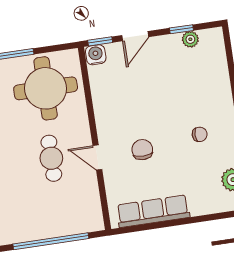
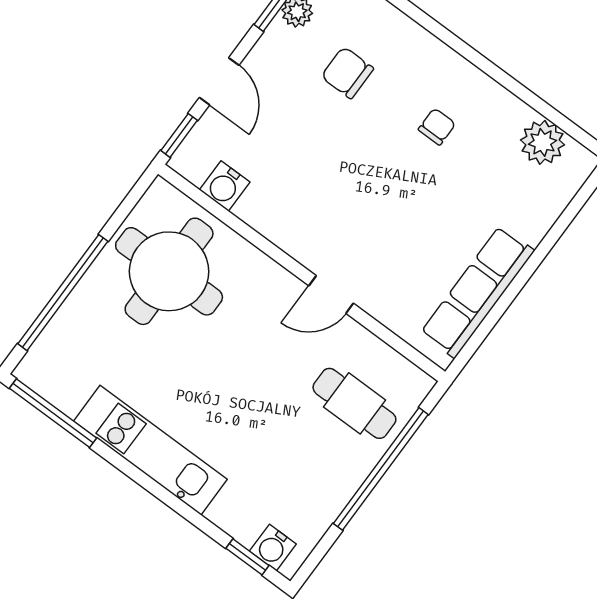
water cooler: (96, 55) -> (225, 186), moved, turned -90
chair: (142, 150) -> (347, 73), moved
cafe table: (51, 158) -> (354, 403), moved

